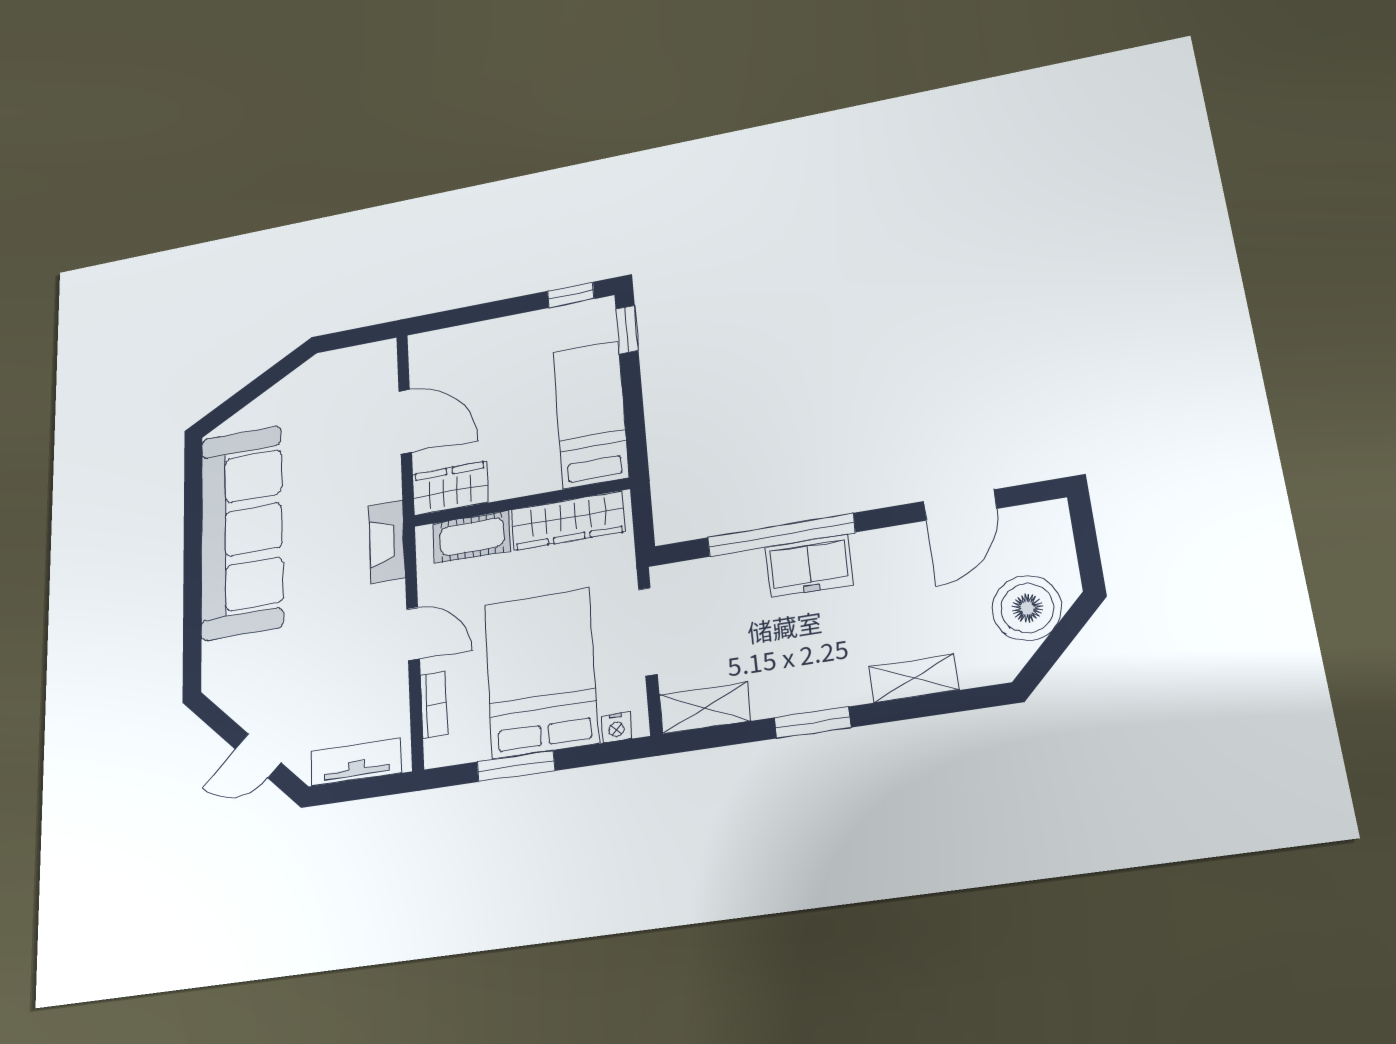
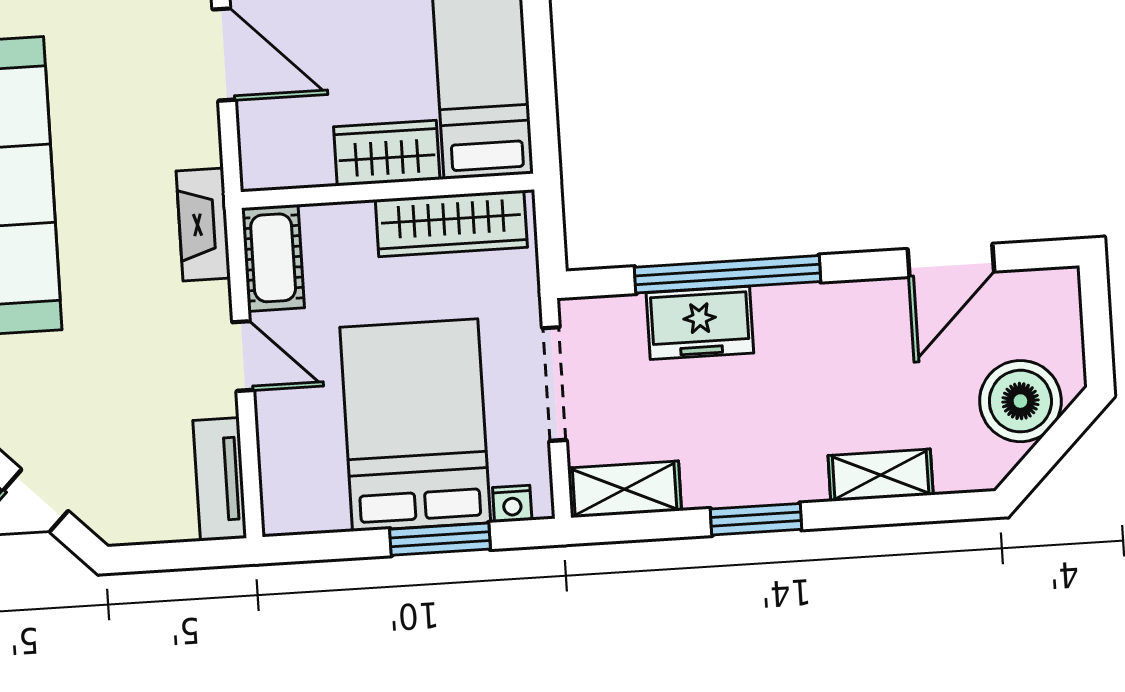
wardrobe: (450, 488) -> (387, 153), moved
cot: (472, 537) -> (273, 258), moved, turned 90
freezer: (809, 566) -> (700, 323), moved
bookcase: (434, 705) -> (274, 454), removed
tv unit: (356, 762) -> (220, 479), moved, turned -90
window: (516, 766) -> (440, 539), moved

